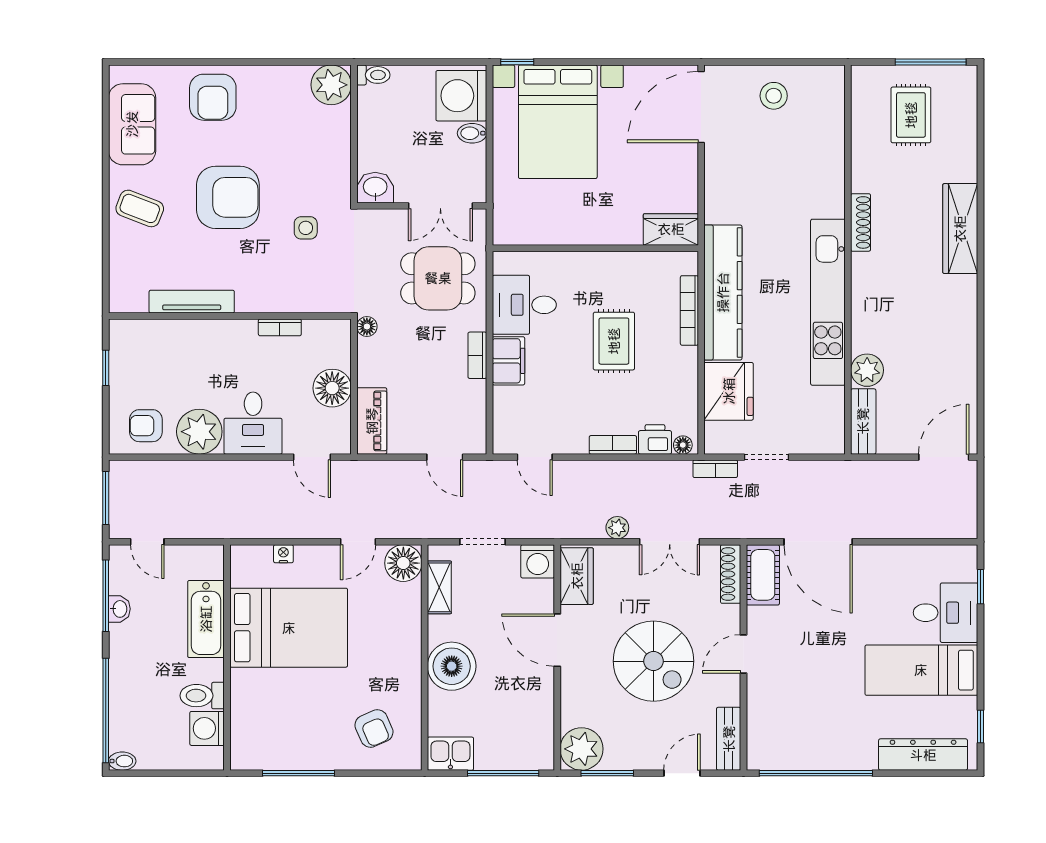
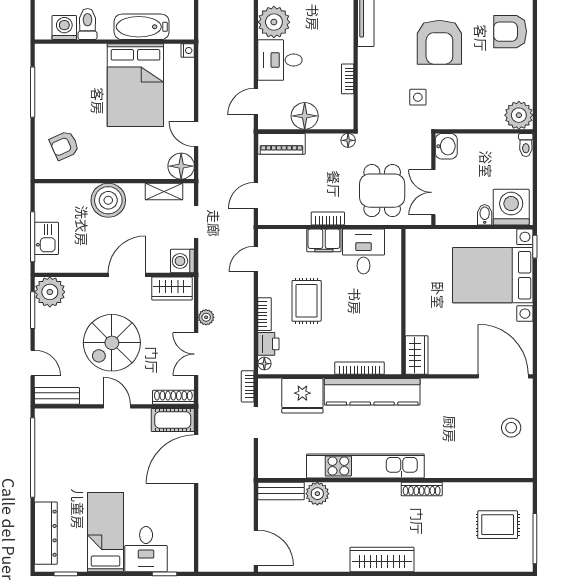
wardrobe: (960, 229) -> (382, 559), moved
rug: (614, 341) -> (307, 301), moved, turned 90
nightstand: (283, 554) -> (188, 51), moved
kitchen sink: (450, 754) -> (47, 238), moved

